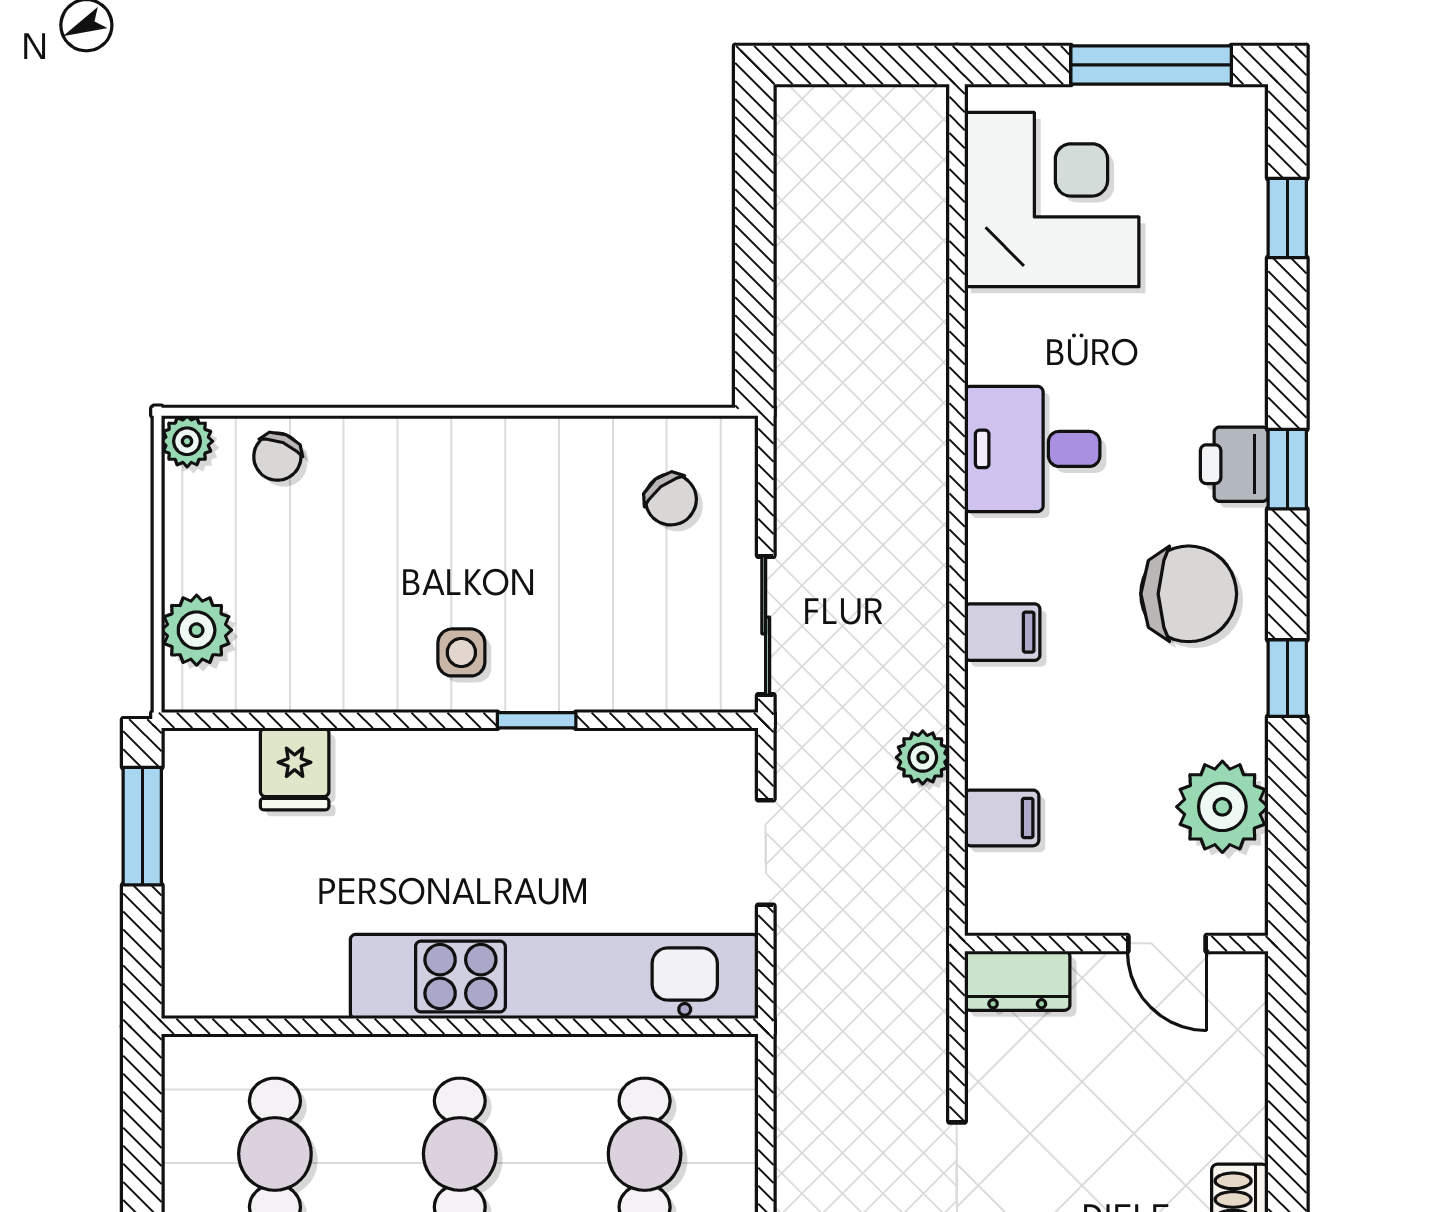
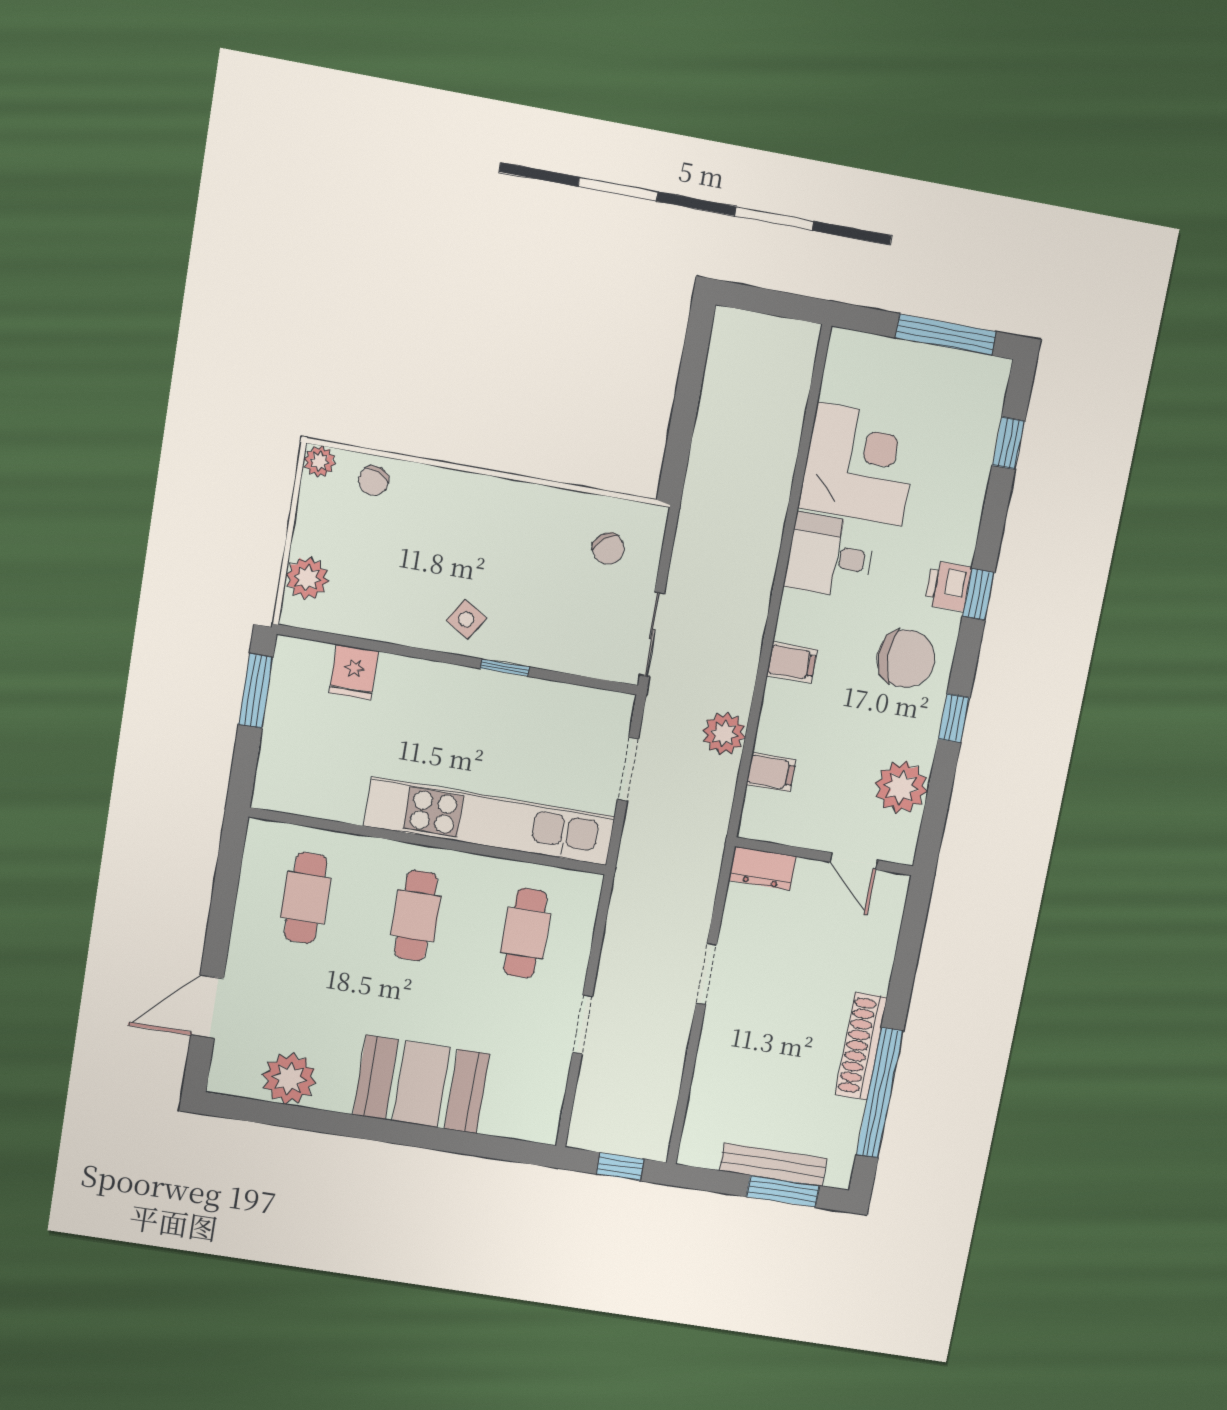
corner desk: (1052, 200) -> (860, 464), moved
side table: (461, 652) -> (466, 619), turned 32
plant: (923, 757) -> (724, 734), width x1.38, depth x1.38

